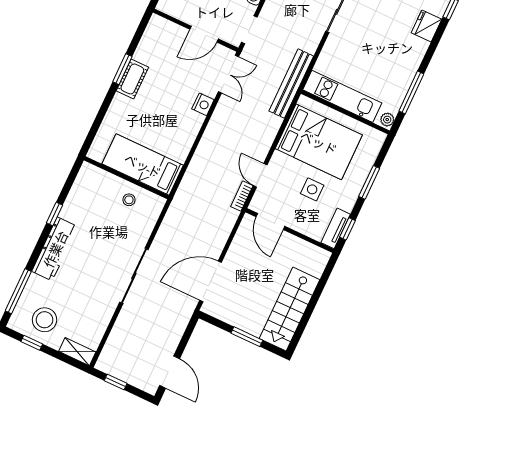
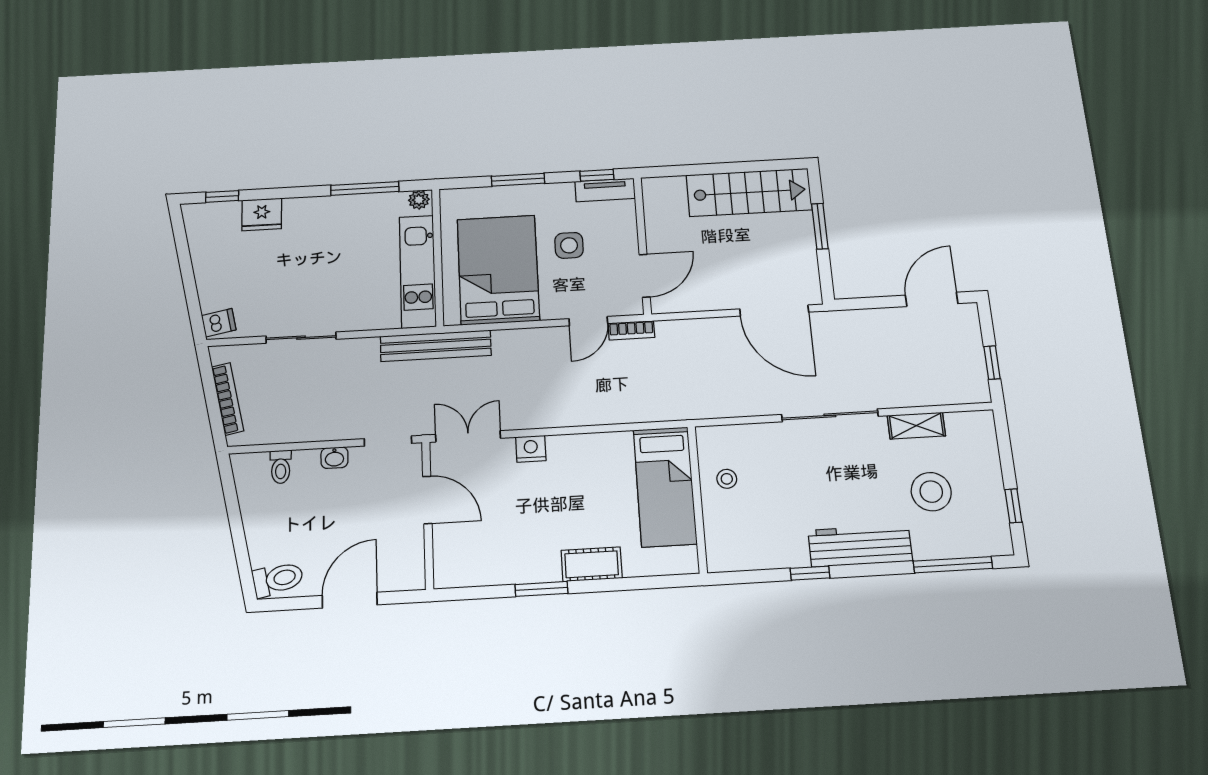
cot: (132, 79) -> (592, 564), moved
stool: (45, 320) -> (931, 492), moved
shelving: (77, 352) -> (916, 426), moved, turned 90

